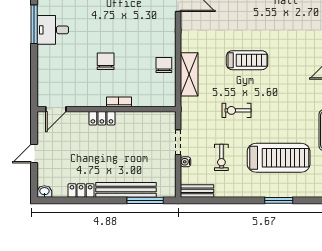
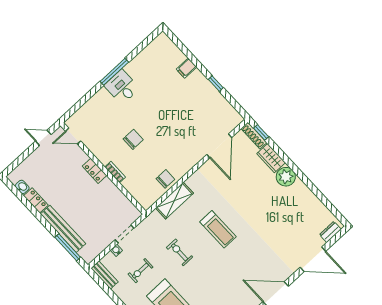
door: (34, 154) -> (43, 138), moved
washbasin: (44, 191) -> (22, 187), moved

